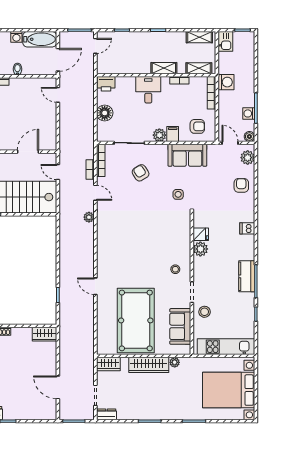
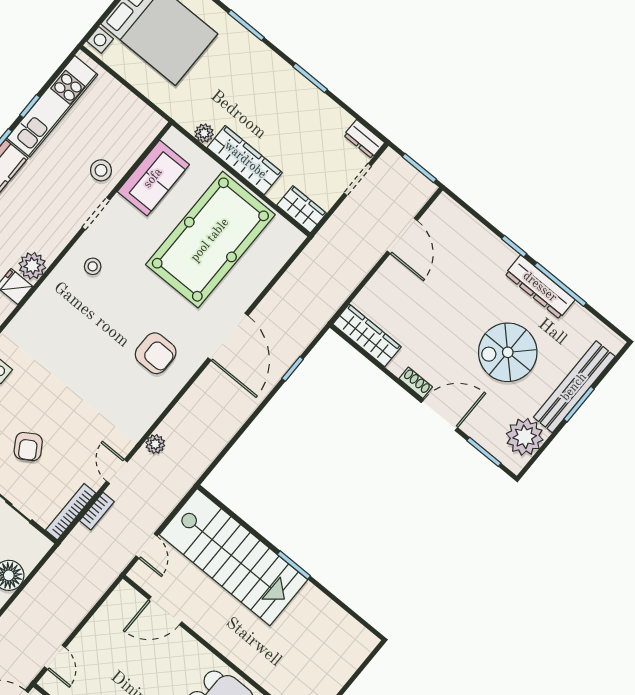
armchair: (120, 255) -> (156, 353), added
door: (95, 286) -> (228, 337), width x1.88
wardrobe: (44, 334) -> (367, 335), width x1.50
kitchen unit: (226, 347) -> (52, 106), moved, turned -90

